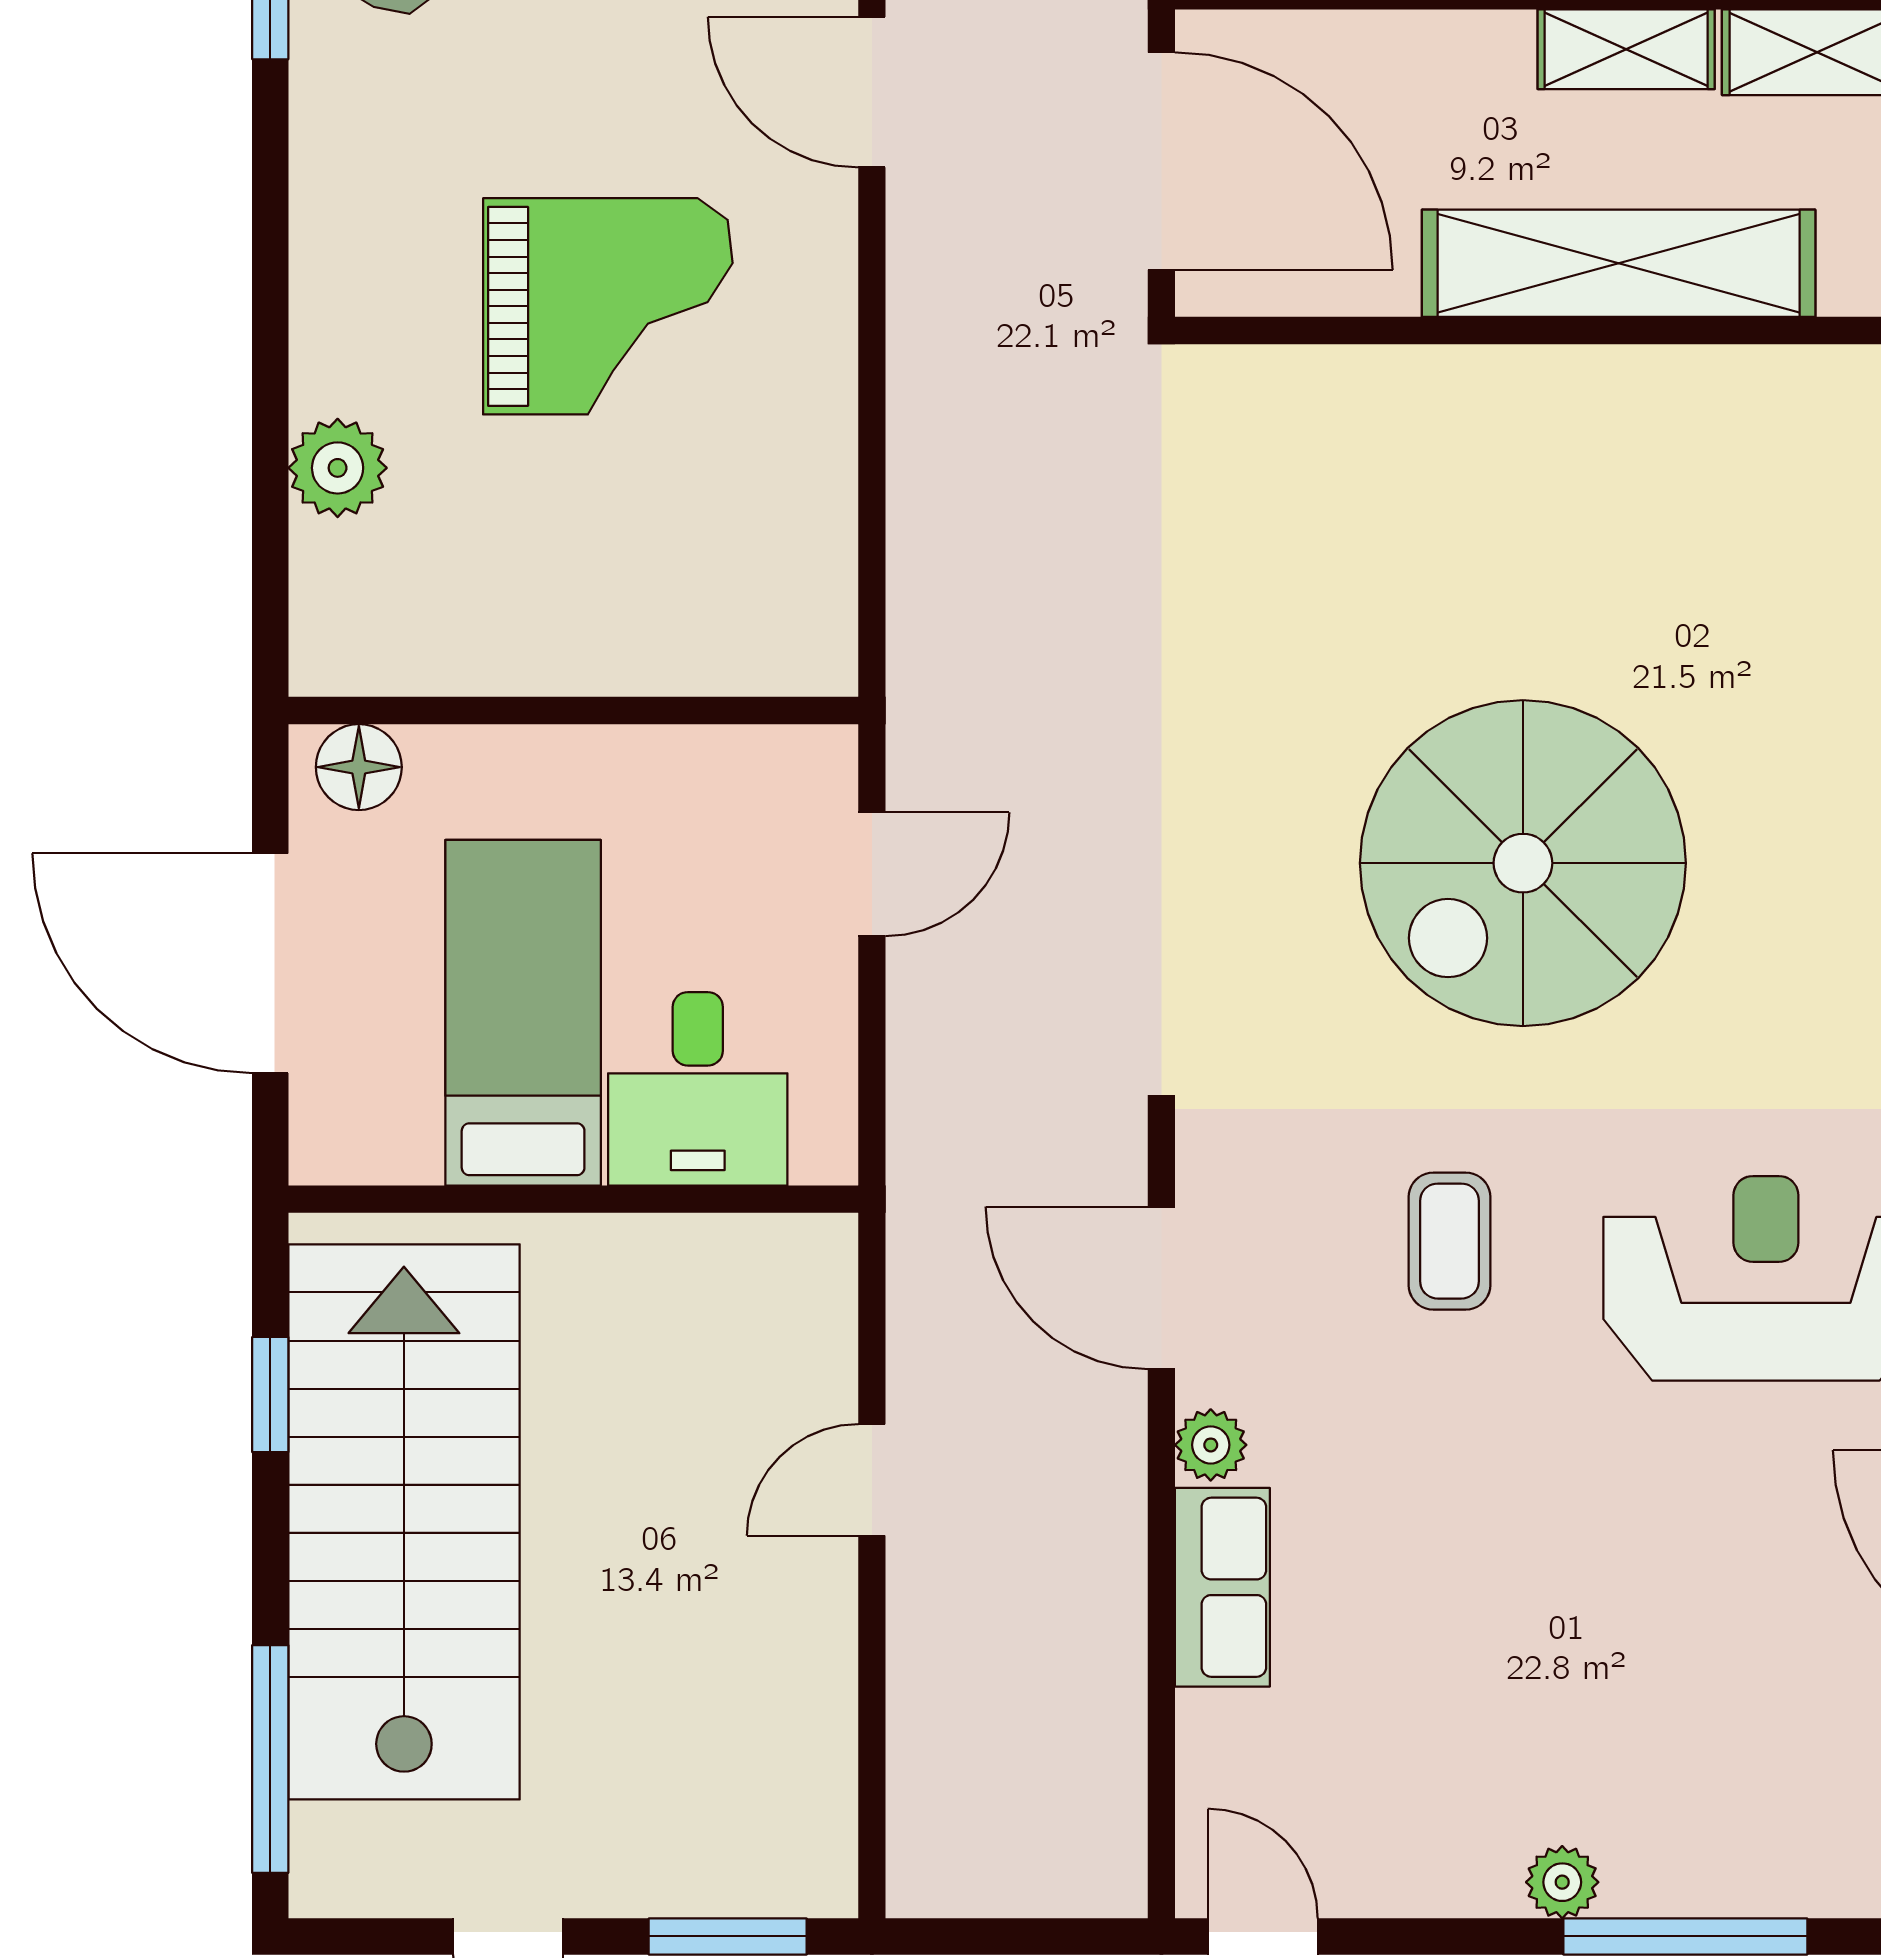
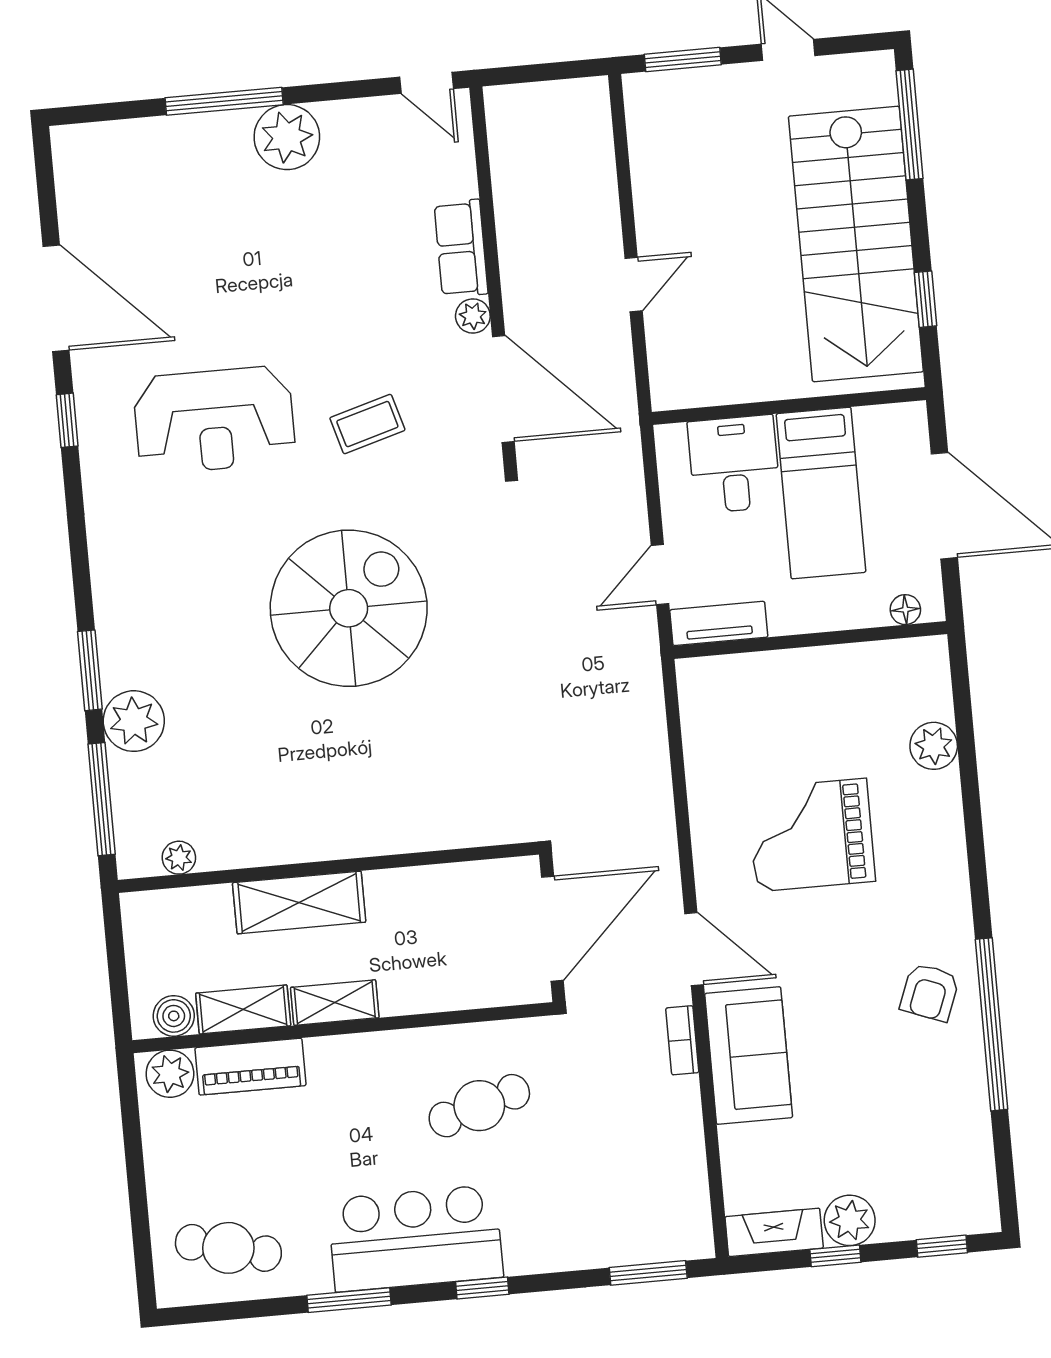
door: (1161, 161) -> (552, 929), swing flipped
shelving: (1619, 263) -> (299, 902), width x0.68
tv unit: (759, 762) -> (719, 623), added
floor lamp: (359, 767) -> (905, 610), width x0.73, depth x0.73
coffee table: (1450, 1241) -> (367, 424), turned 74
door: (1161, 1288) -> (503, 389), width x1.36
plant: (1562, 1882) -> (287, 137), width x1.87, depth x1.87

